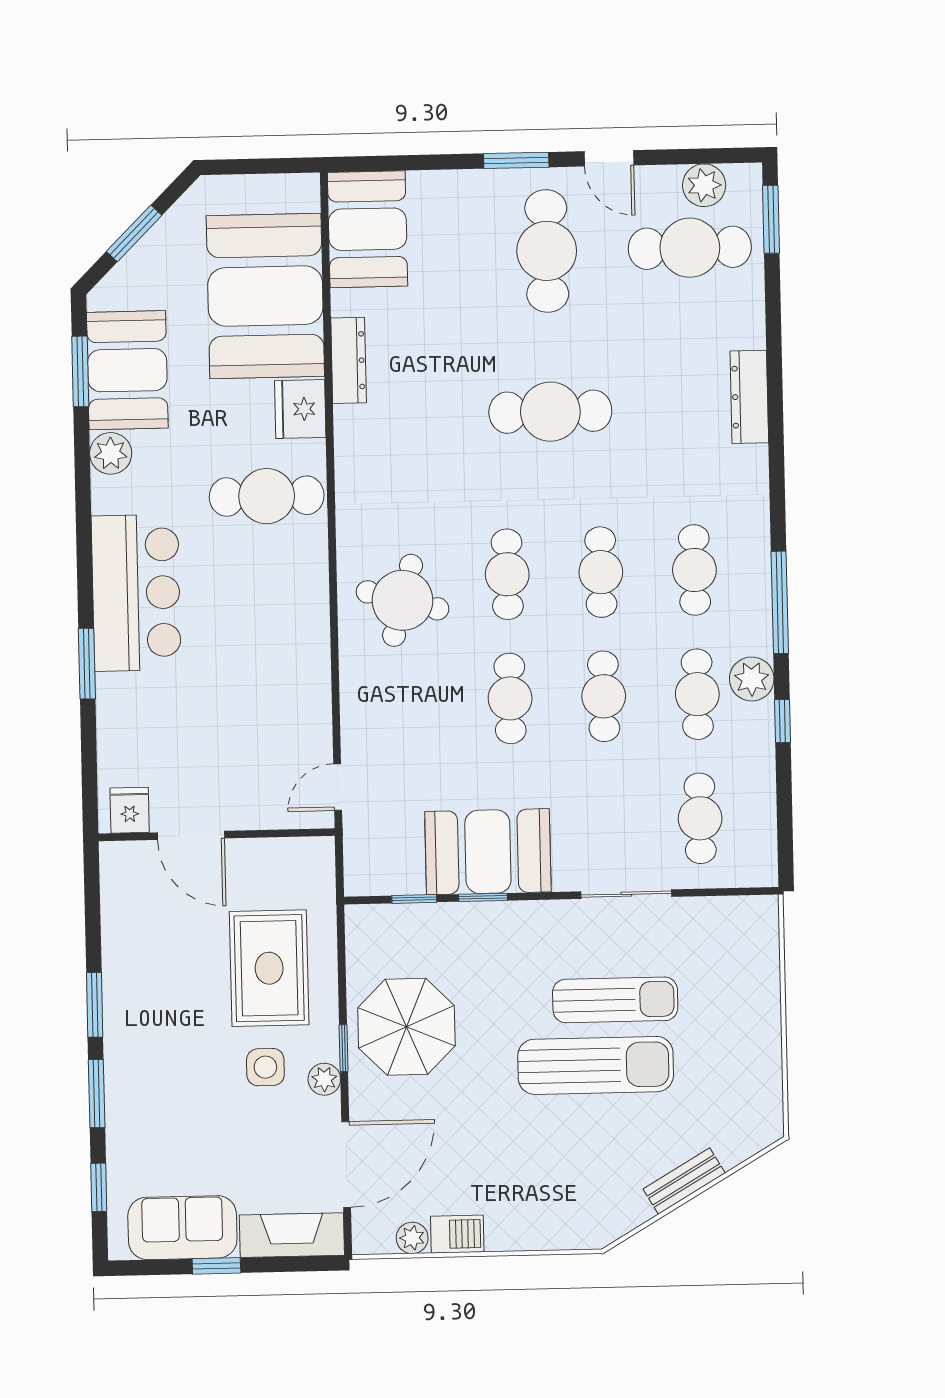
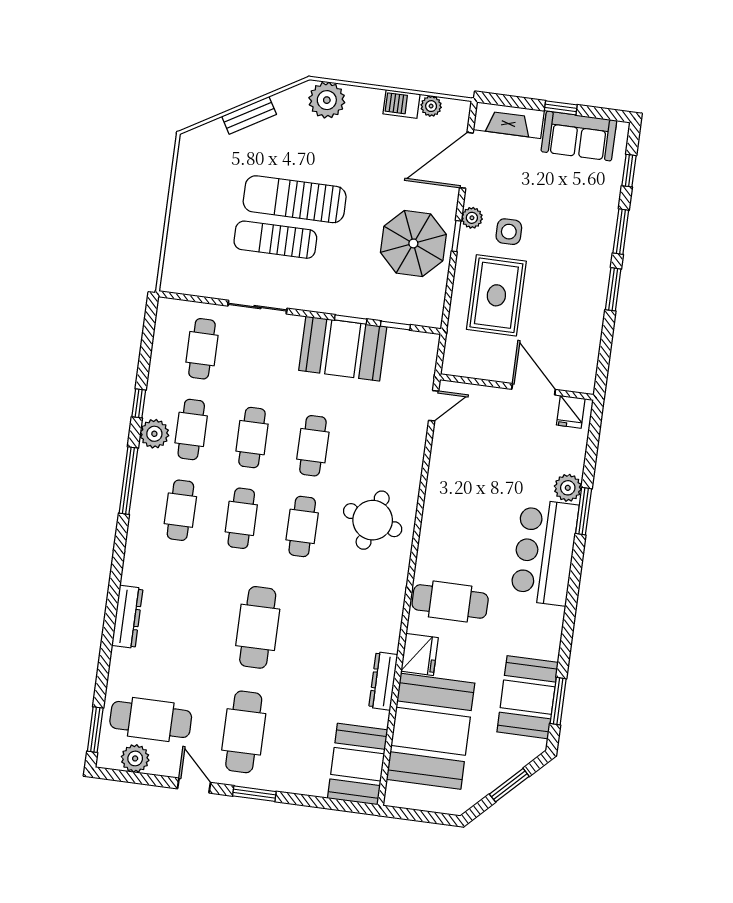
cafe table: (550, 412) -> (258, 627), turned 90
plant: (111, 453) -> (568, 488), moved
plant: (571, 1222) -> (327, 100), added

